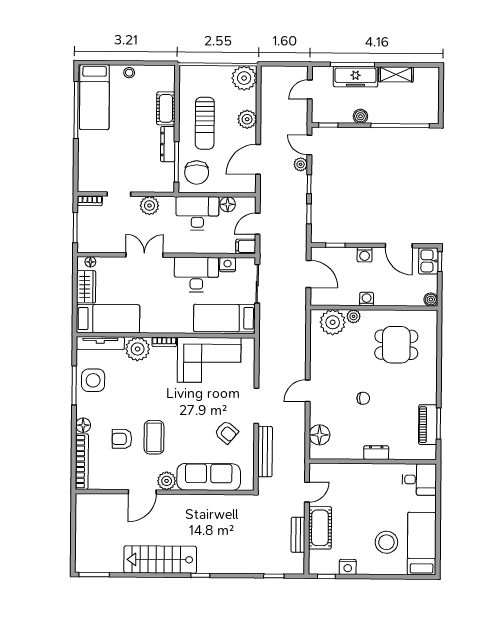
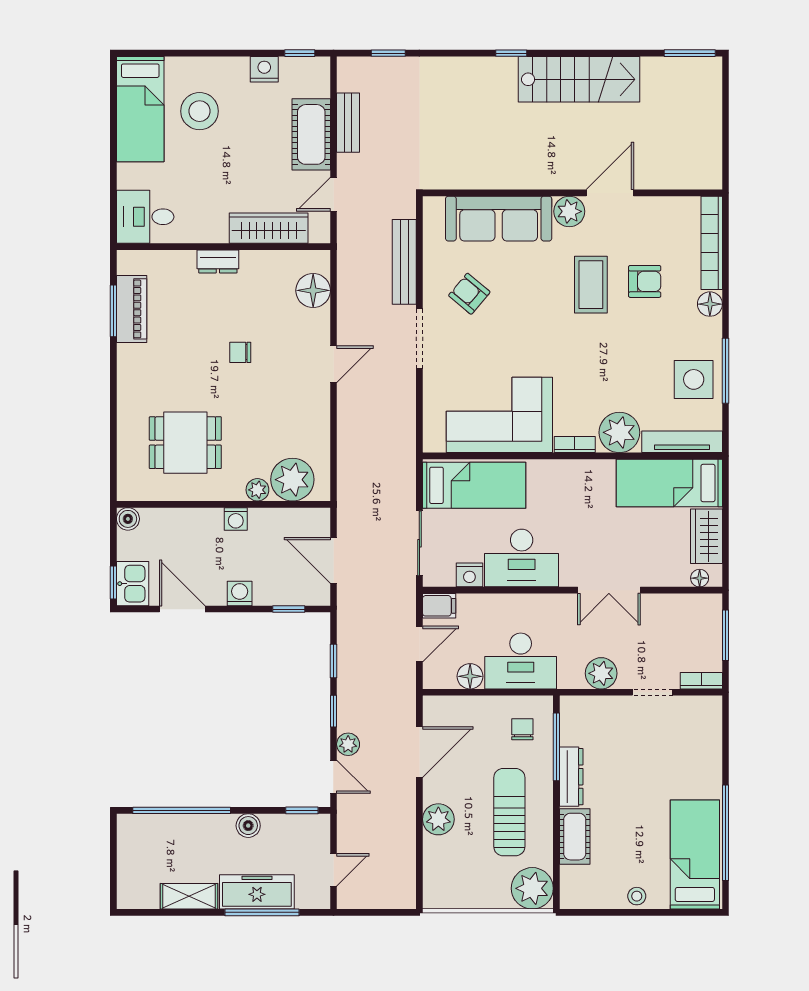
plant: (244, 78) -> (532, 888), moved
chair: (197, 172) -> (522, 729), width x0.54, depth x0.54
wardrobe: (346, 472) -> (269, 228), added

